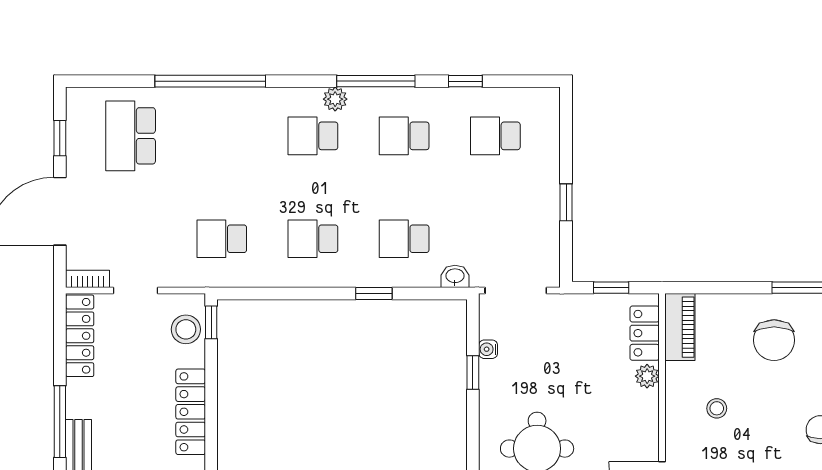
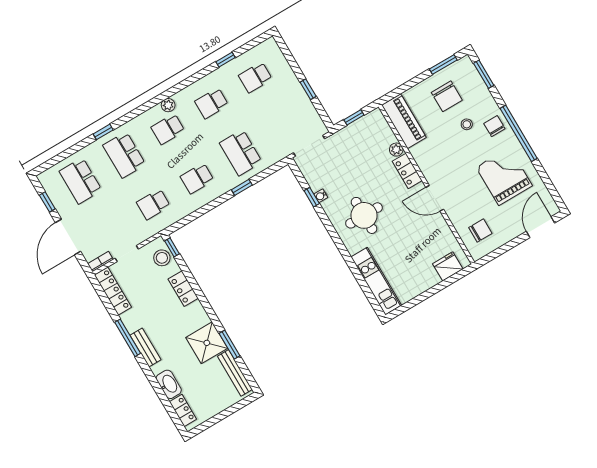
window: (210, 81) -> (103, 132), width x0.32
window: (376, 81) -> (183, 85), removed
school desk: (222, 136) -> (124, 155), added
school desk: (404, 239) -> (241, 153), width x1.85
washbasin: (455, 276) -> (276, 156), removed
piano: (680, 327) -> (404, 121), width x1.37, depth x1.33
locker: (645, 333) -> (407, 171), moved
water cooler: (488, 349) -> (321, 196), moved
stool: (717, 408) -> (467, 124), moved
locker: (191, 412) -> (183, 289), width x0.66

